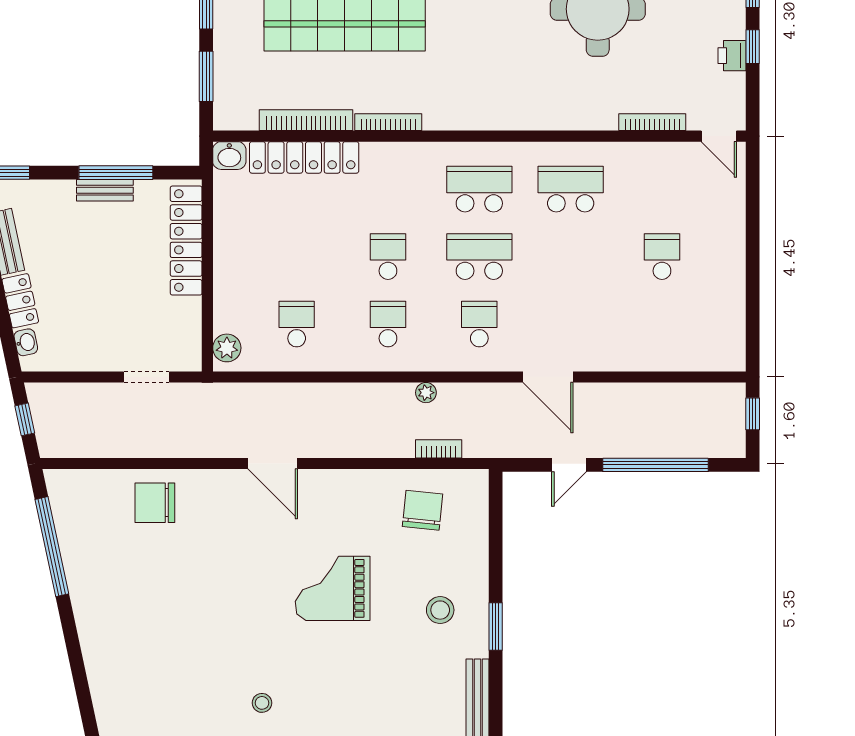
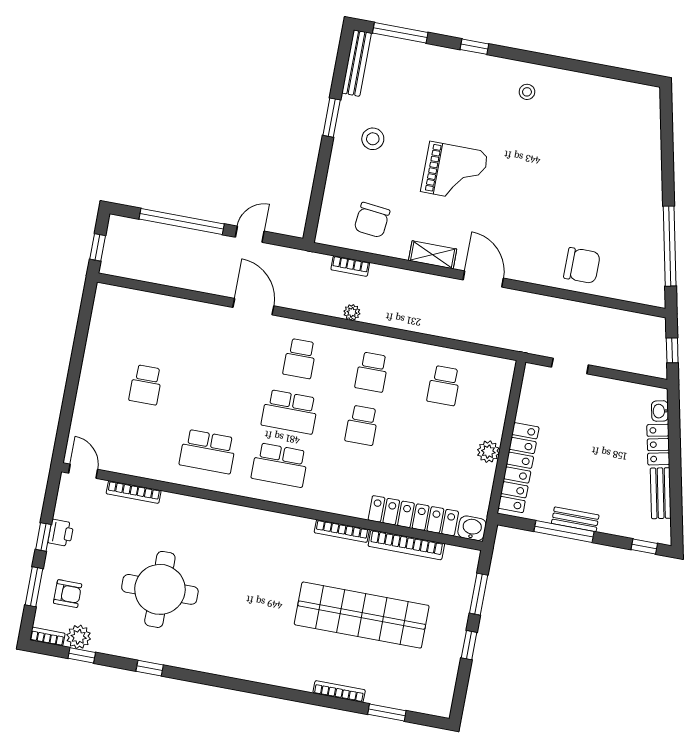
plant: (227, 348) -> (488, 452), moved
shelving: (340, 482) -> (433, 255), added

